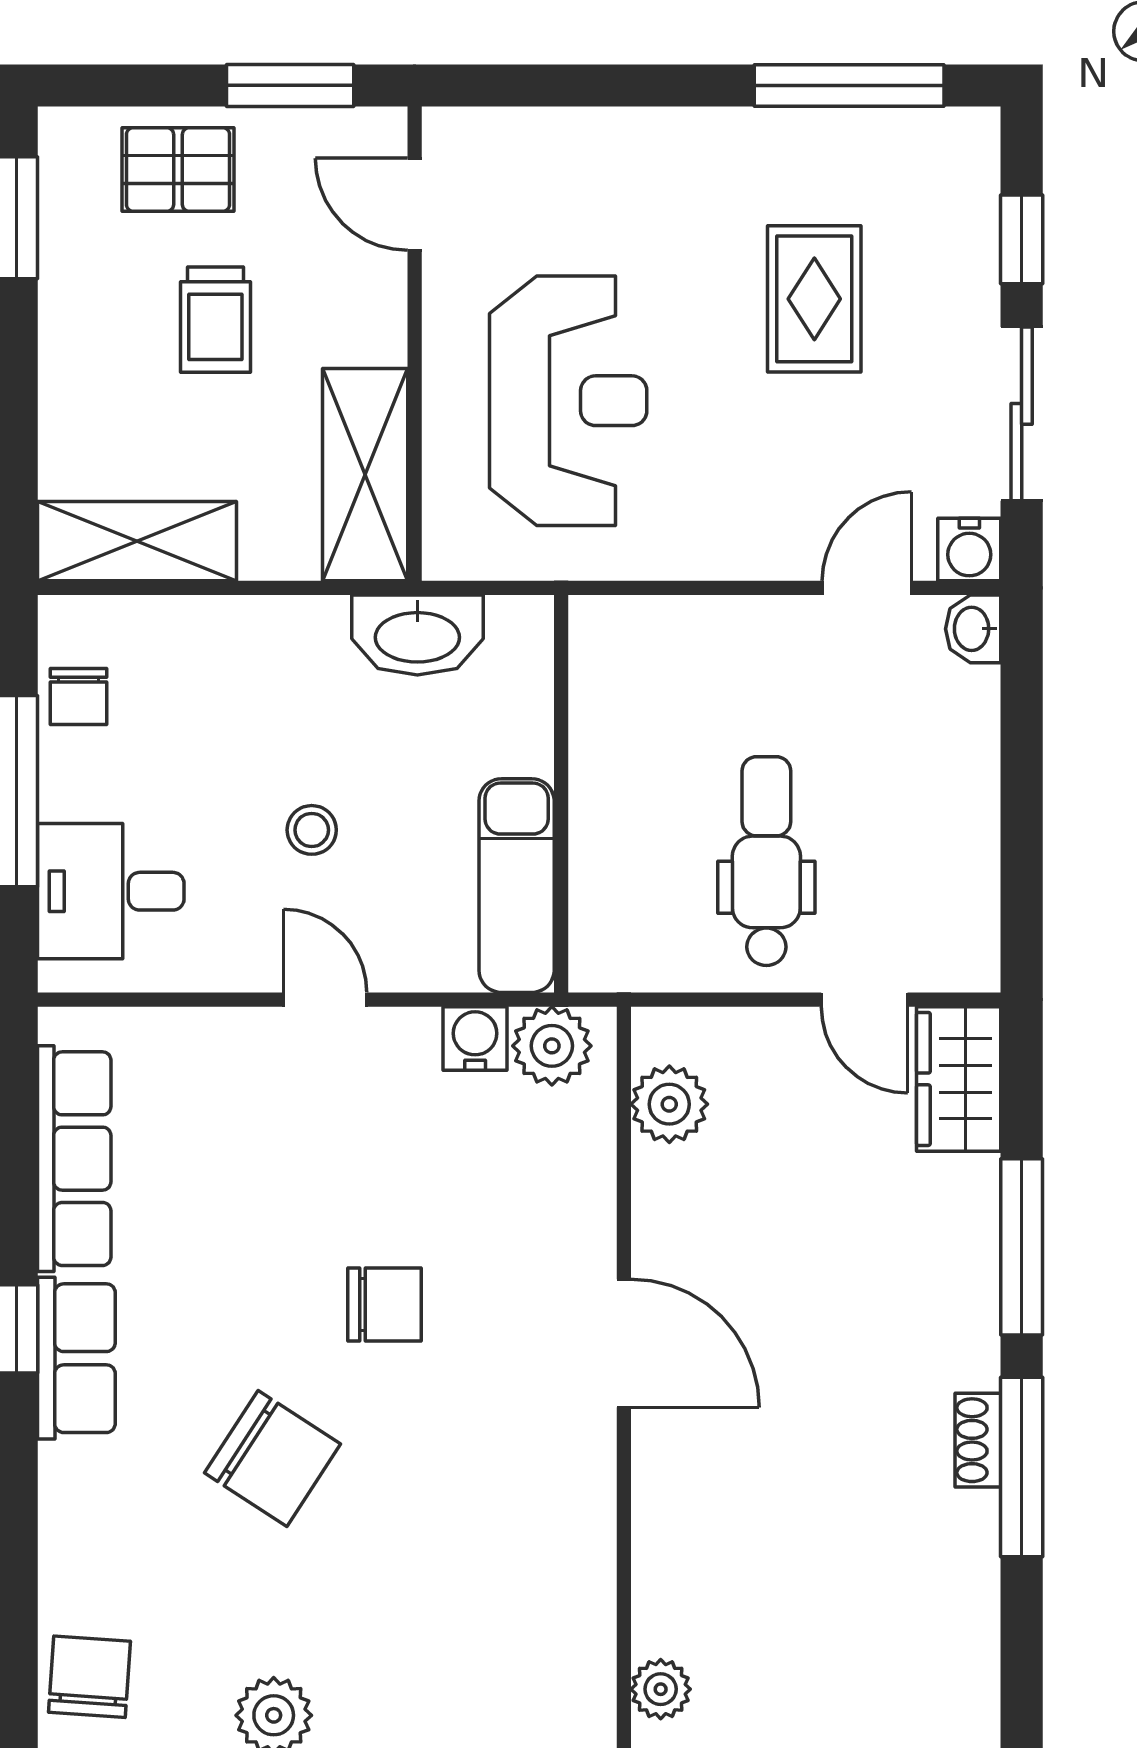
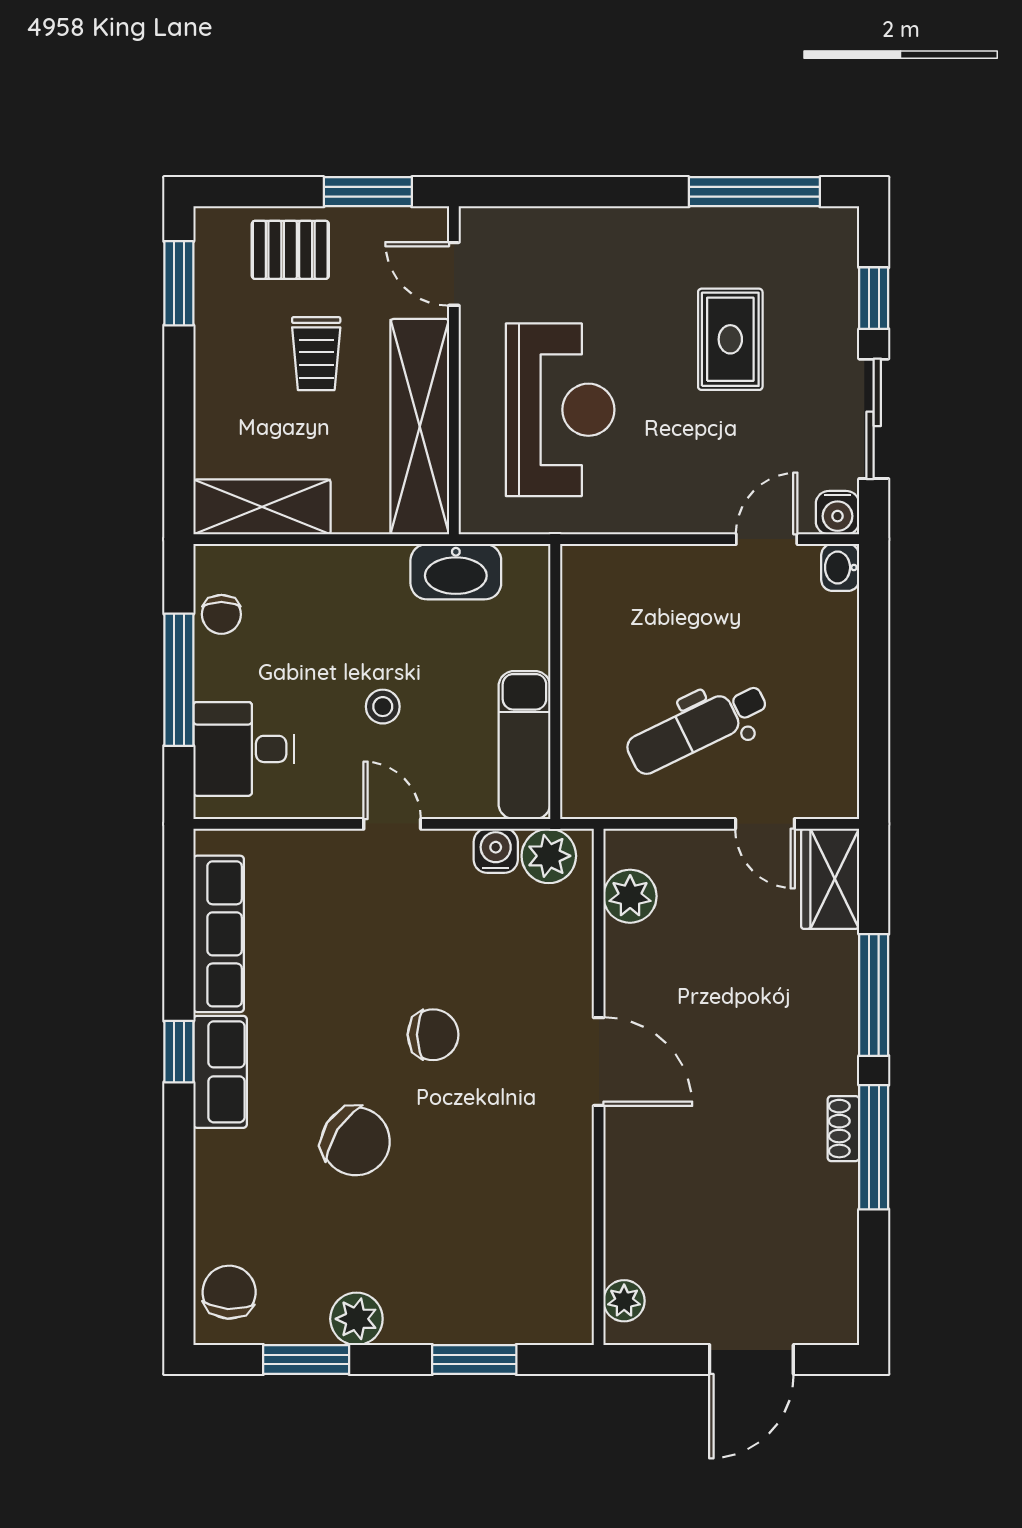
shelving: (365, 475) -> (420, 427), width x1.47
dental chair: (766, 861) -> (697, 728), turned -116

